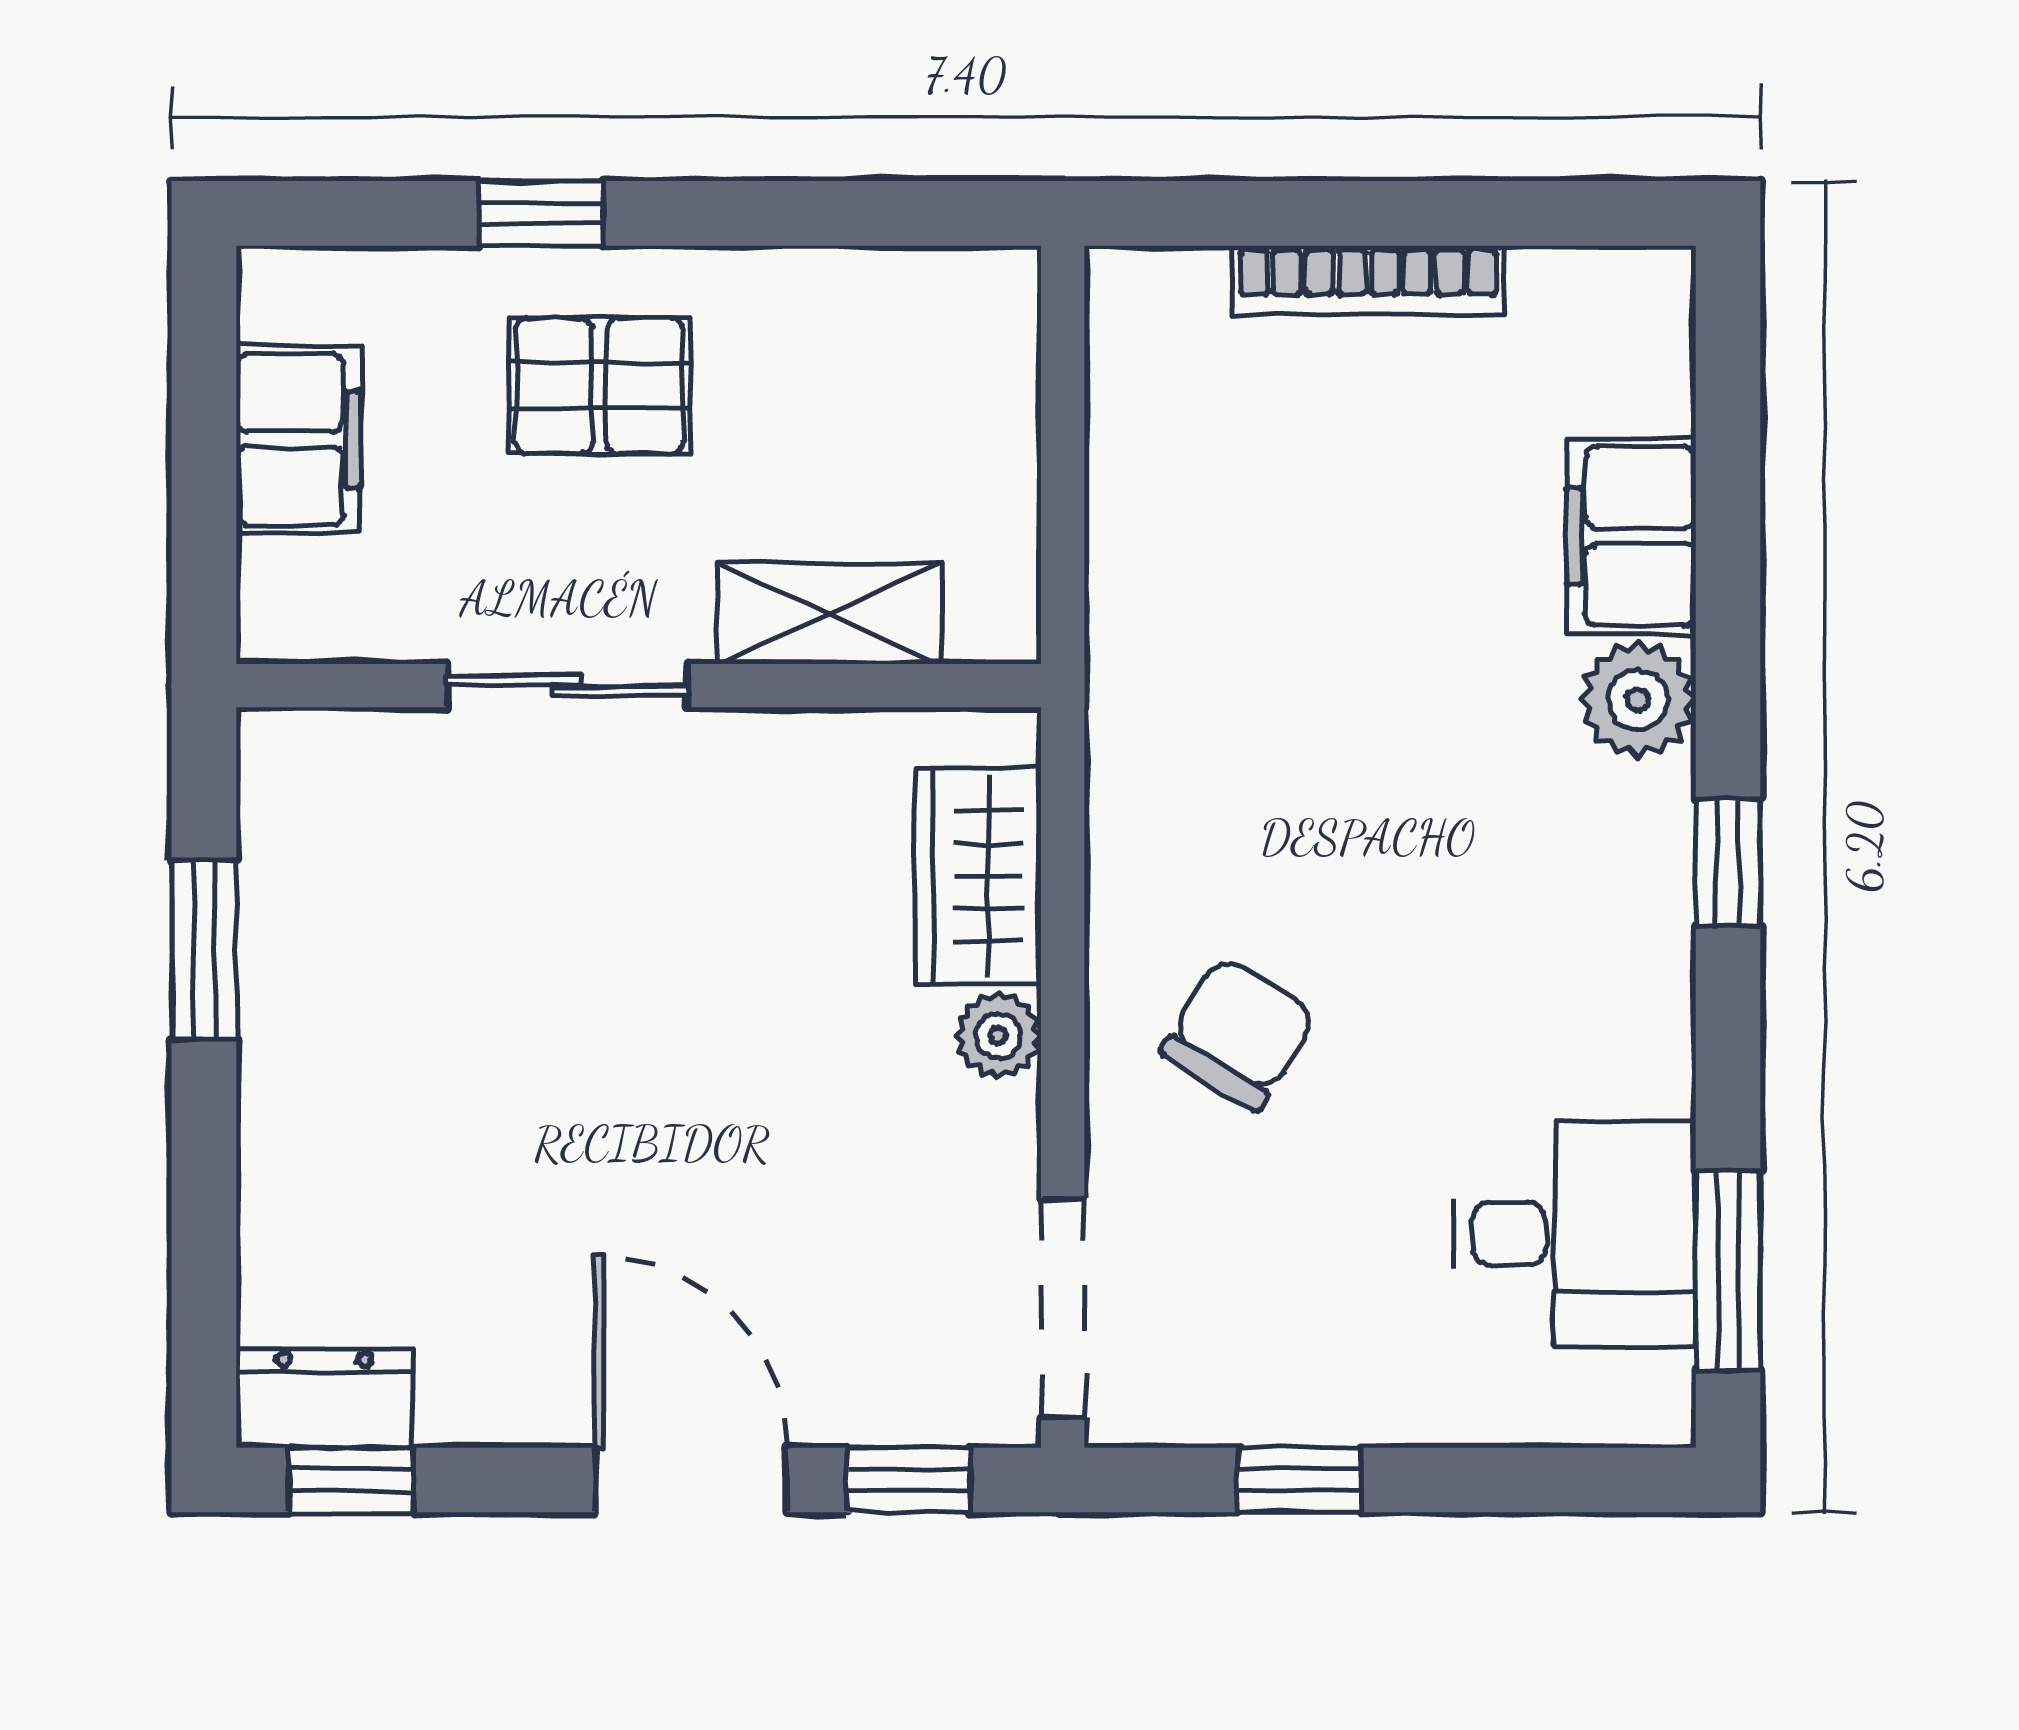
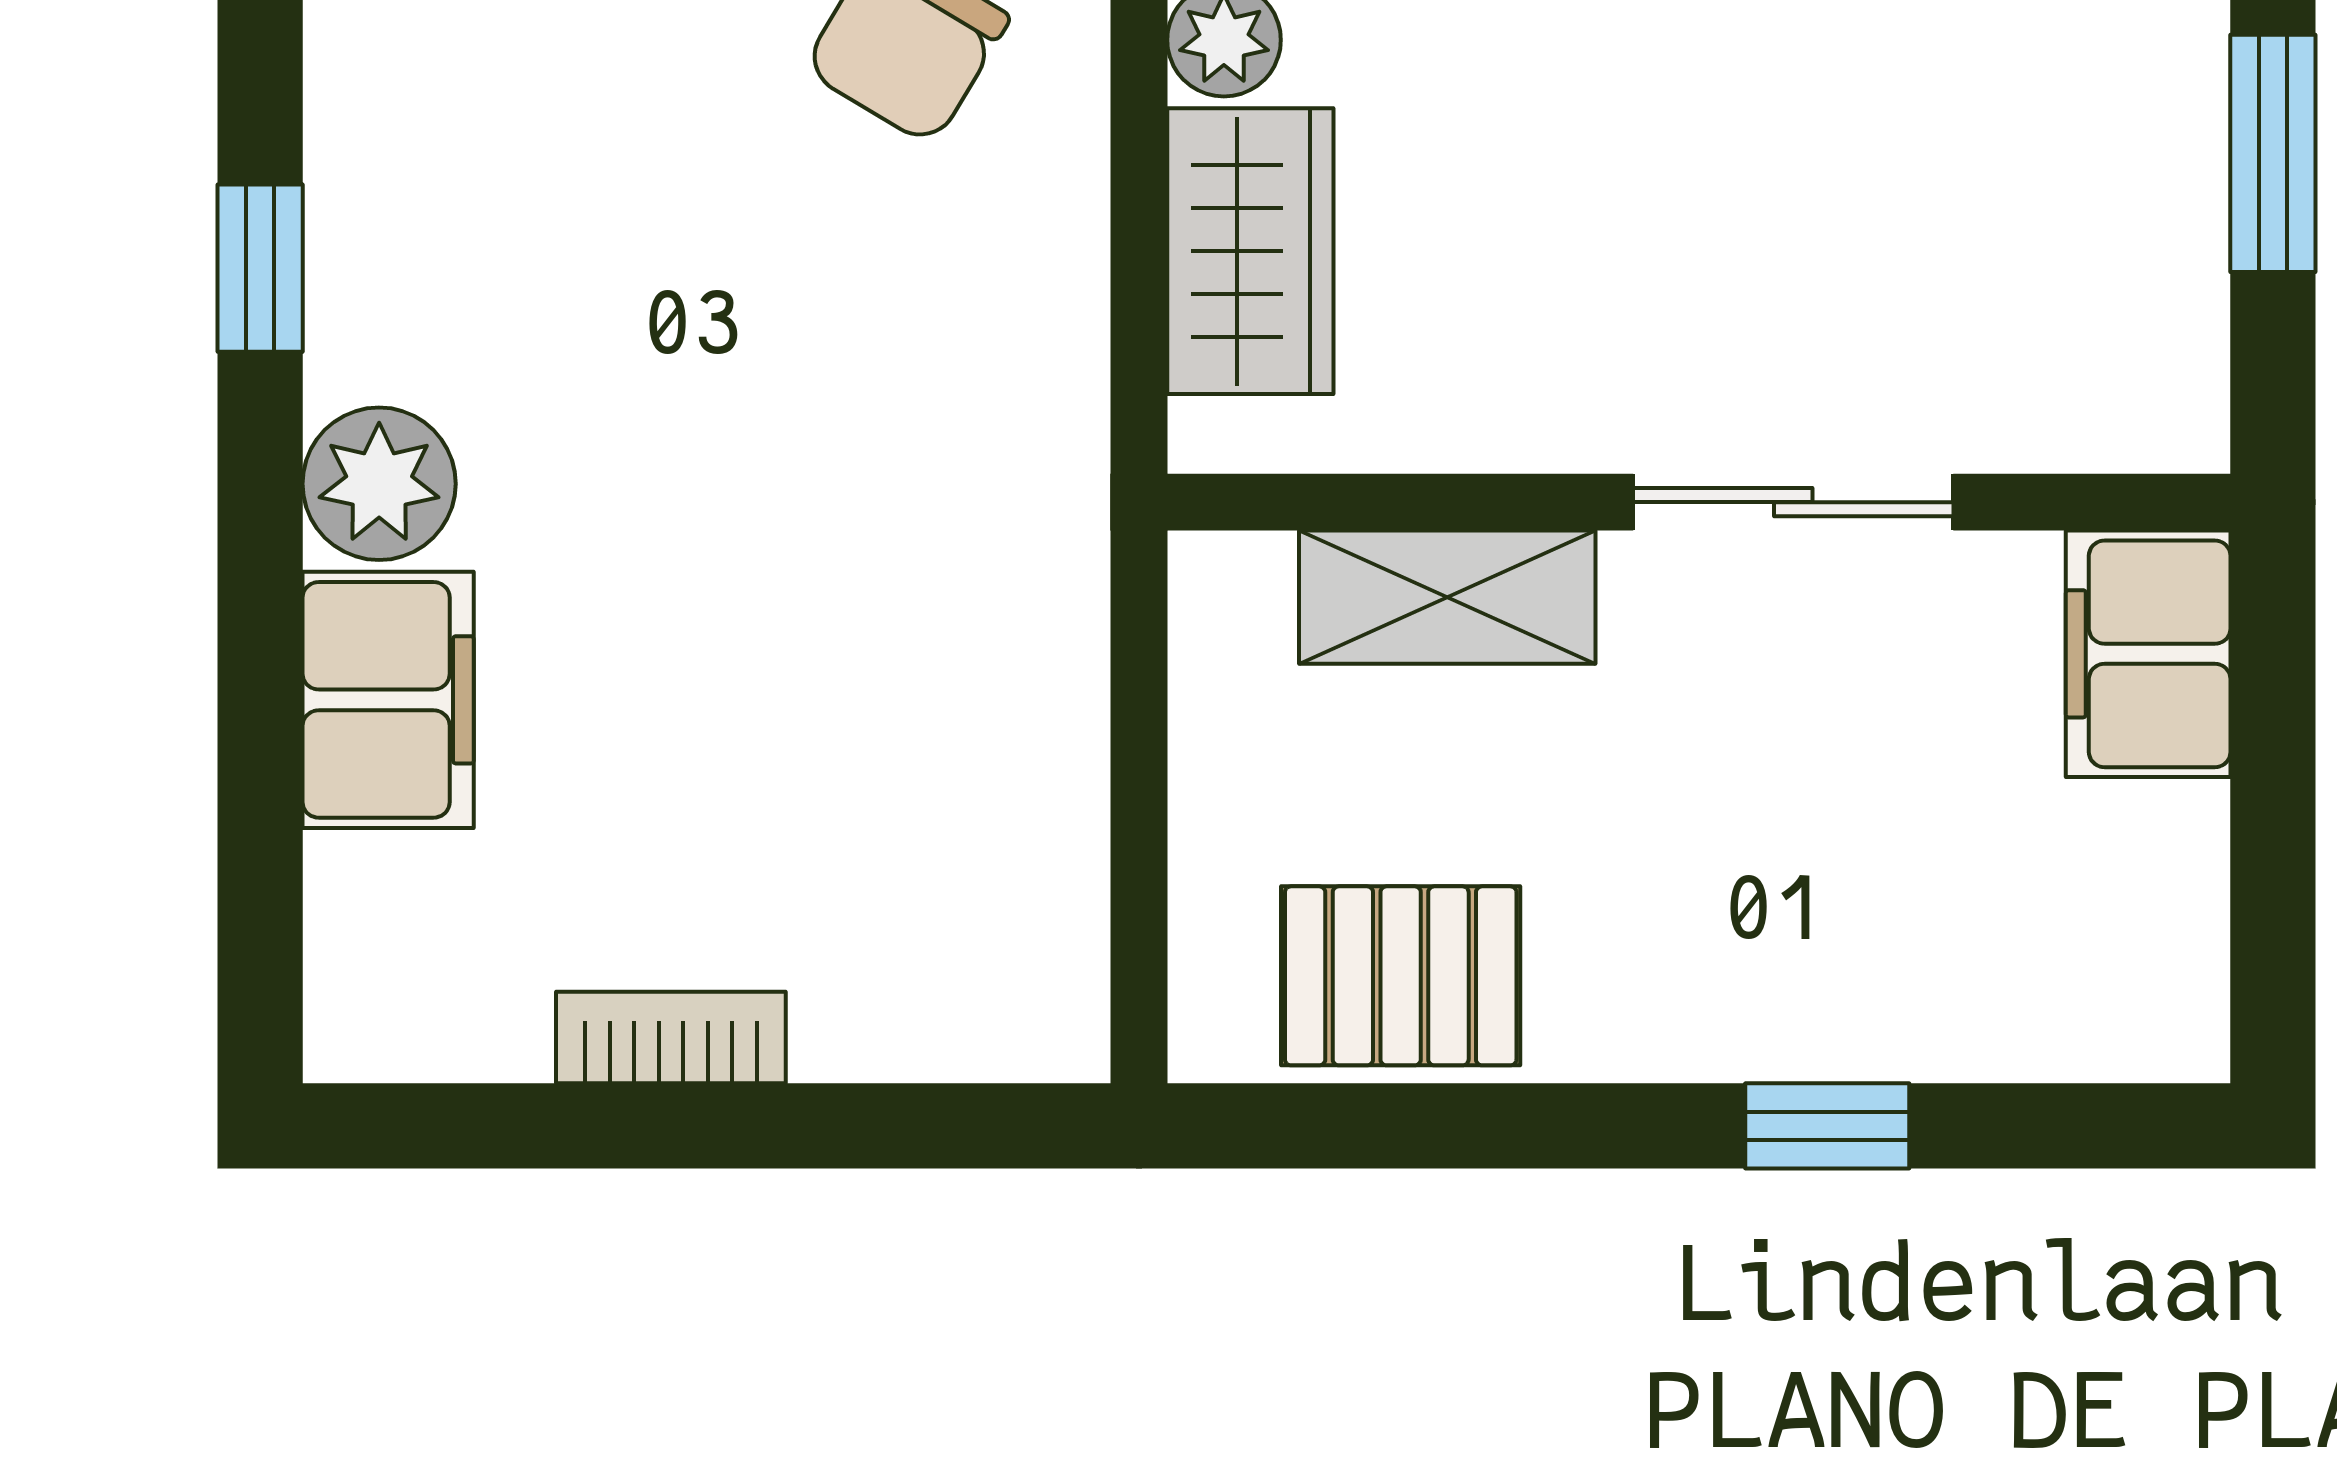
bookcase: (1368, 280) -> (671, 1037), width x0.64
pallet: (600, 386) -> (1401, 976), moved
filing cabinet: (298, 439) -> (2148, 654), moved

